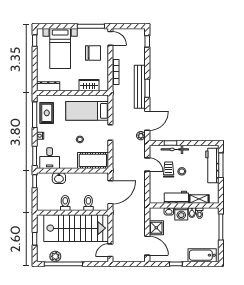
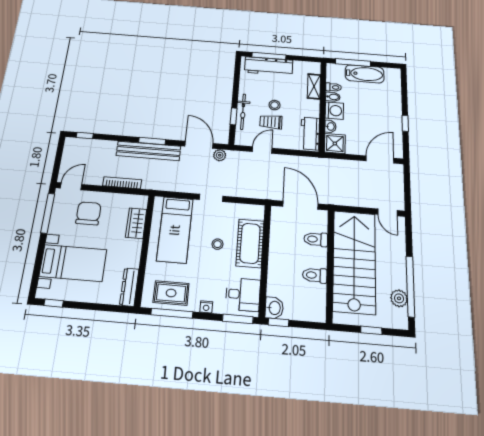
cot: (93, 160) -> (250, 243), moved
washbasin: (59, 178) -> (274, 308), moved
workbench: (176, 197) -> (310, 133), moved
shower: (156, 228) -> (335, 143), moved
bathtub: (202, 255) -> (365, 74), moved, turned -90

